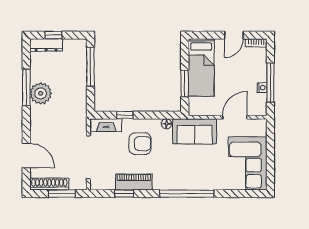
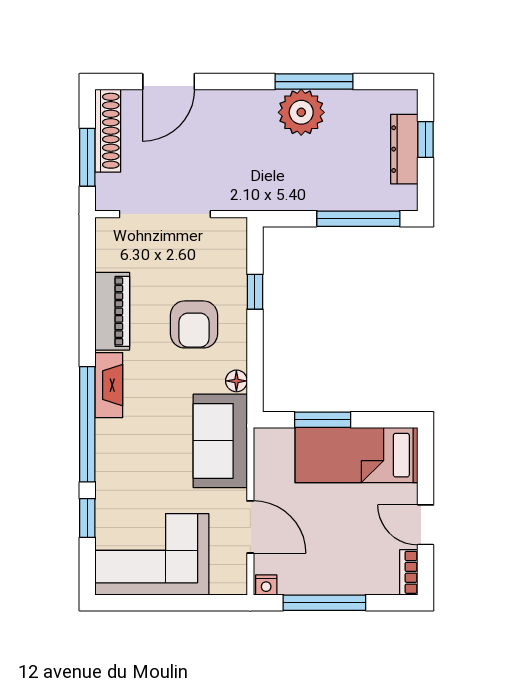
dresser: (46, 45) -> (404, 149), moved
nightstand: (262, 88) -> (266, 585), moved
fireplace: (106, 125) -> (109, 385), moved, turned 180
window: (124, 194) -> (87, 518), moved

